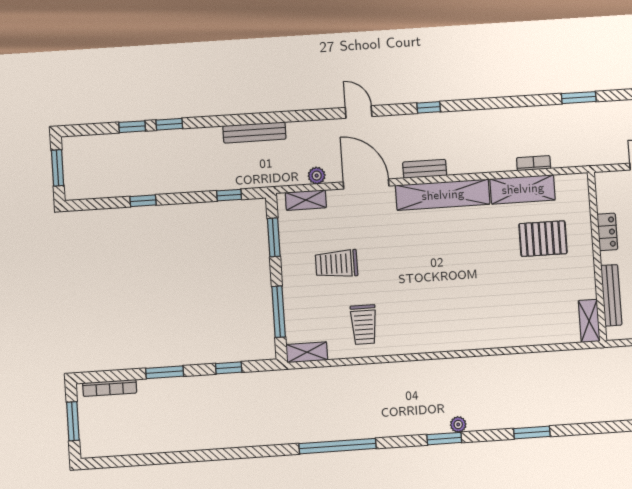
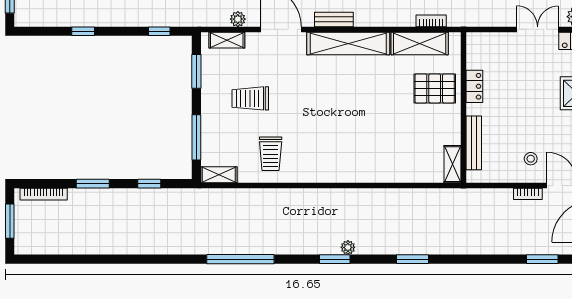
locker: (607, 232) -> (474, 86), moved
wall: (597, 256) -> (464, 107), moved
bench: (611, 295) -> (474, 143), moved
shelving: (589, 321) -> (452, 164), moved

